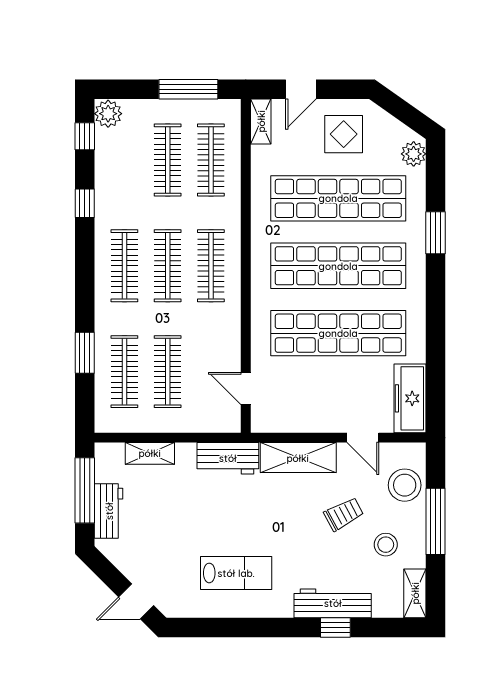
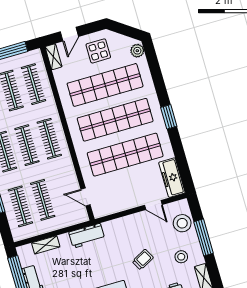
window: (436, 233) -> (169, 117), moved
shelving: (298, 458) -> (123, 225), removed
trolley: (344, 514) -> (143, 260), moved

